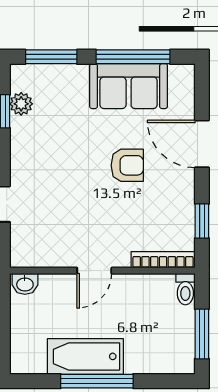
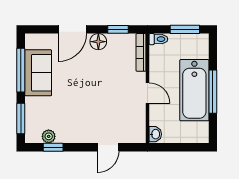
armchair: (127, 165) -> (85, 74), removed
floor lamp: (181, 188) -> (98, 42), added
bathtub: (85, 356) -> (194, 90), width x1.36, depth x1.36

